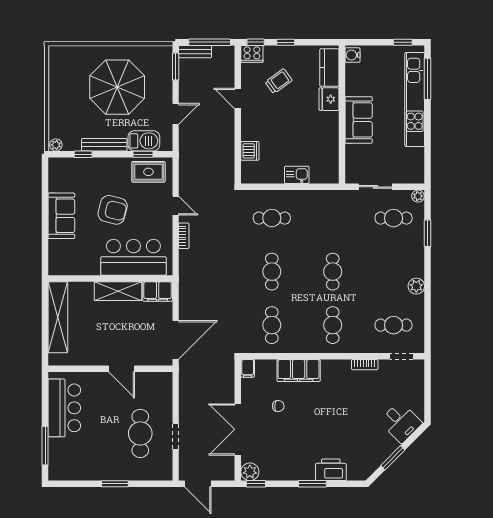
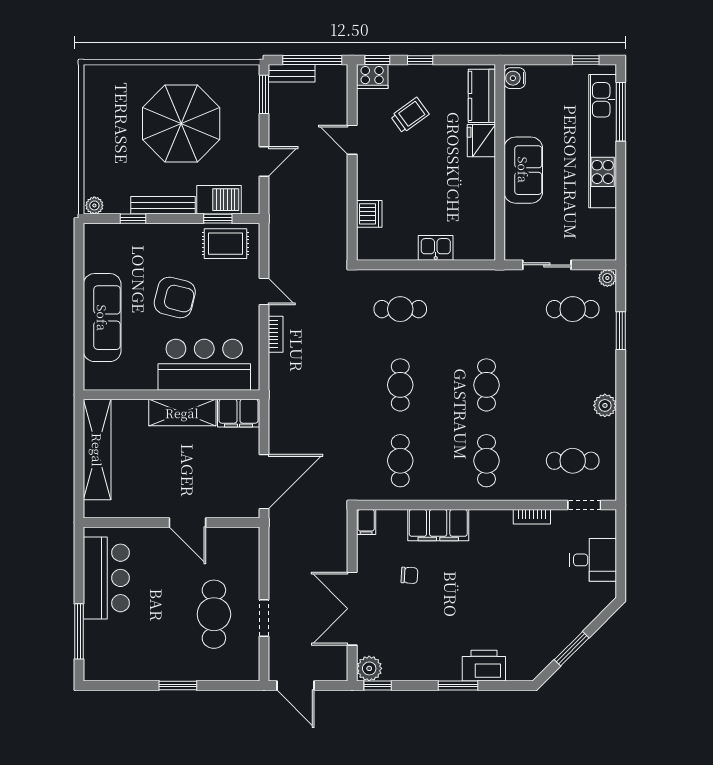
sofa: (61, 216) -> (102, 318), width x1.36
desk: (401, 422) -> (593, 560), moved, turned -45

